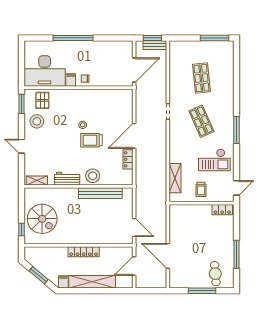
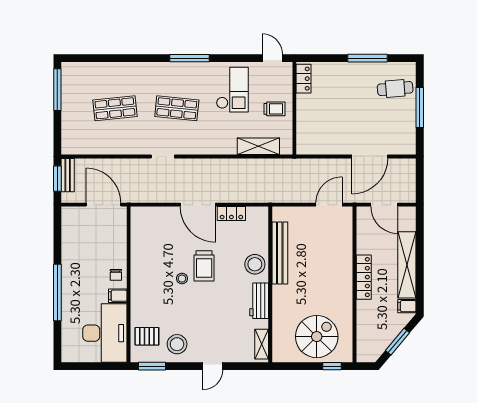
shop shelf: (201, 121) -> (177, 108), turned 30

